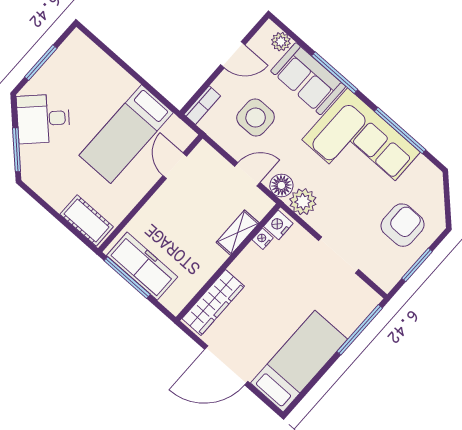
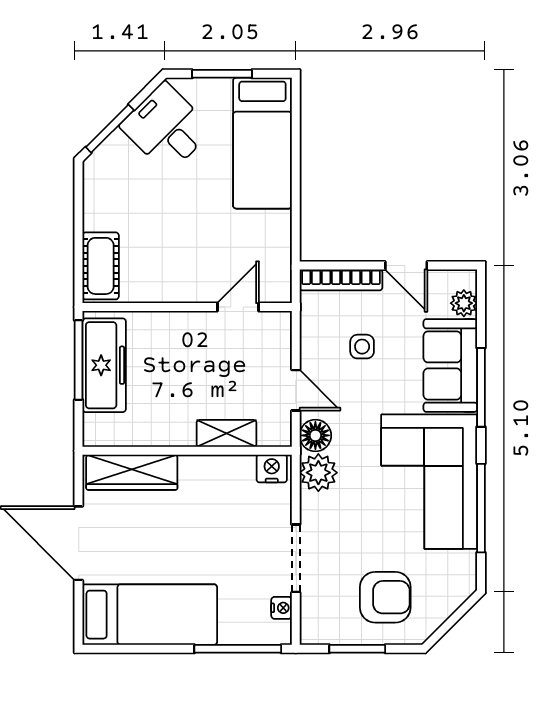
bookcase: (202, 105) -> (341, 280), width x1.56
side table: (256, 118) -> (362, 347), width x0.54, depth x0.54
bed: (126, 134) -> (262, 143), moved, turned -90
nightstand: (263, 239) -> (282, 608), moved, turned 90

